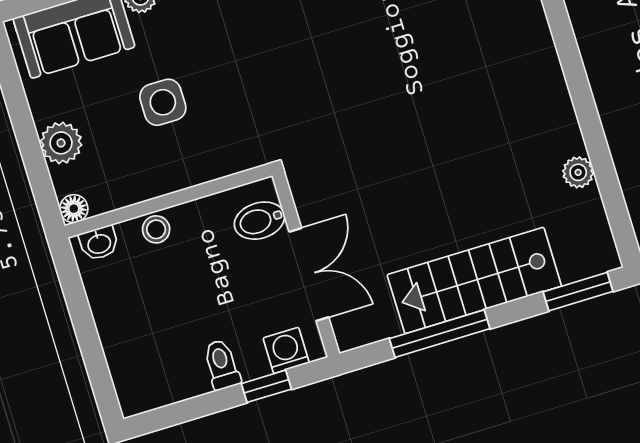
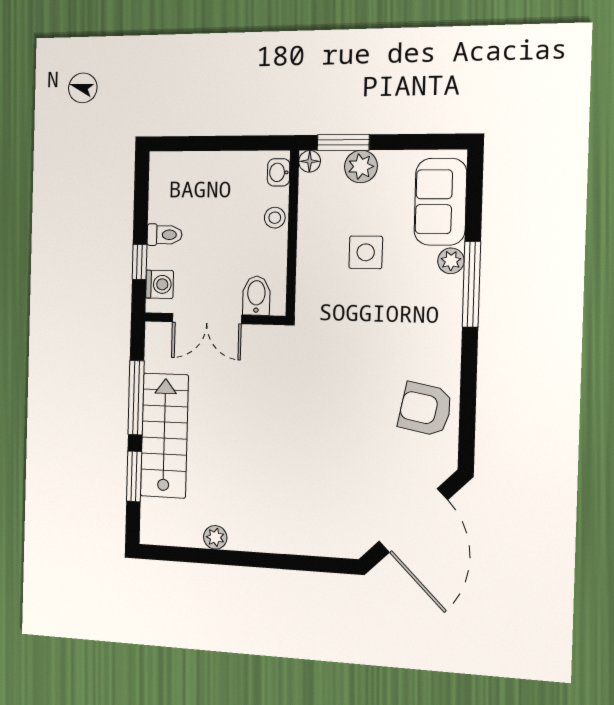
window: (38, 175) -> (343, 142), added
window: (578, 292) -> (134, 476), moved

